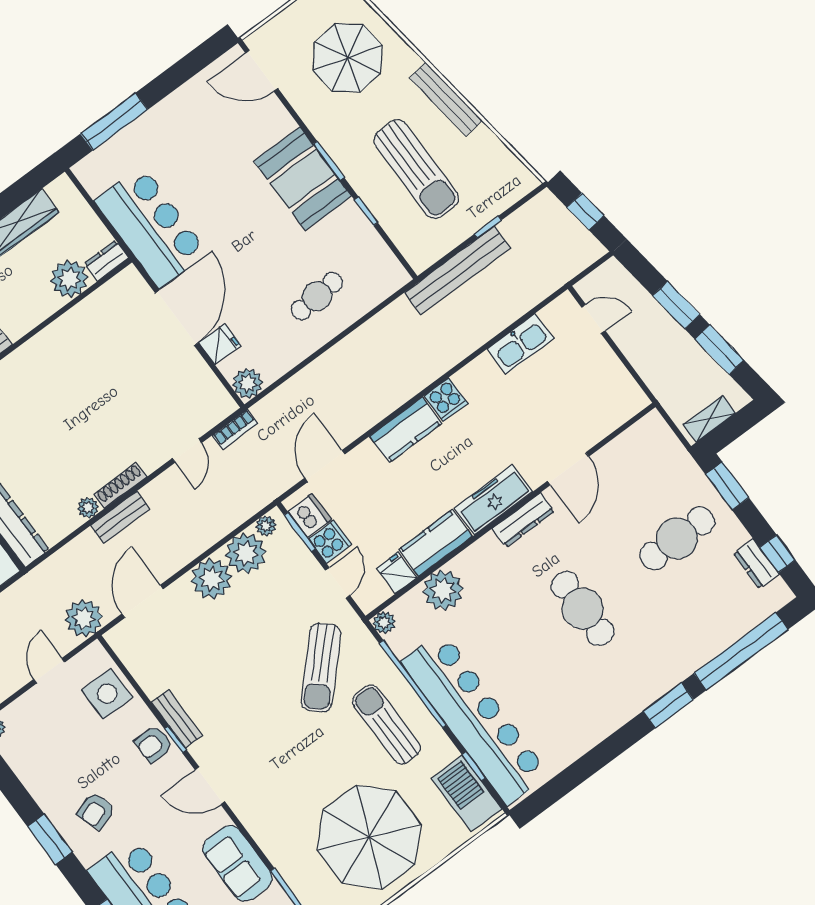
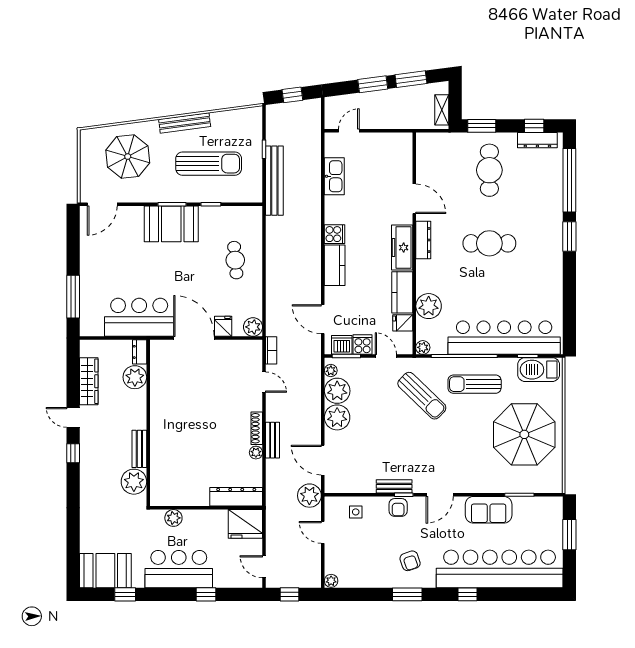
dresser: (756, 564) -> (537, 140), width x1.44
side table: (107, 694) -> (356, 512), width x0.54, depth x0.54

